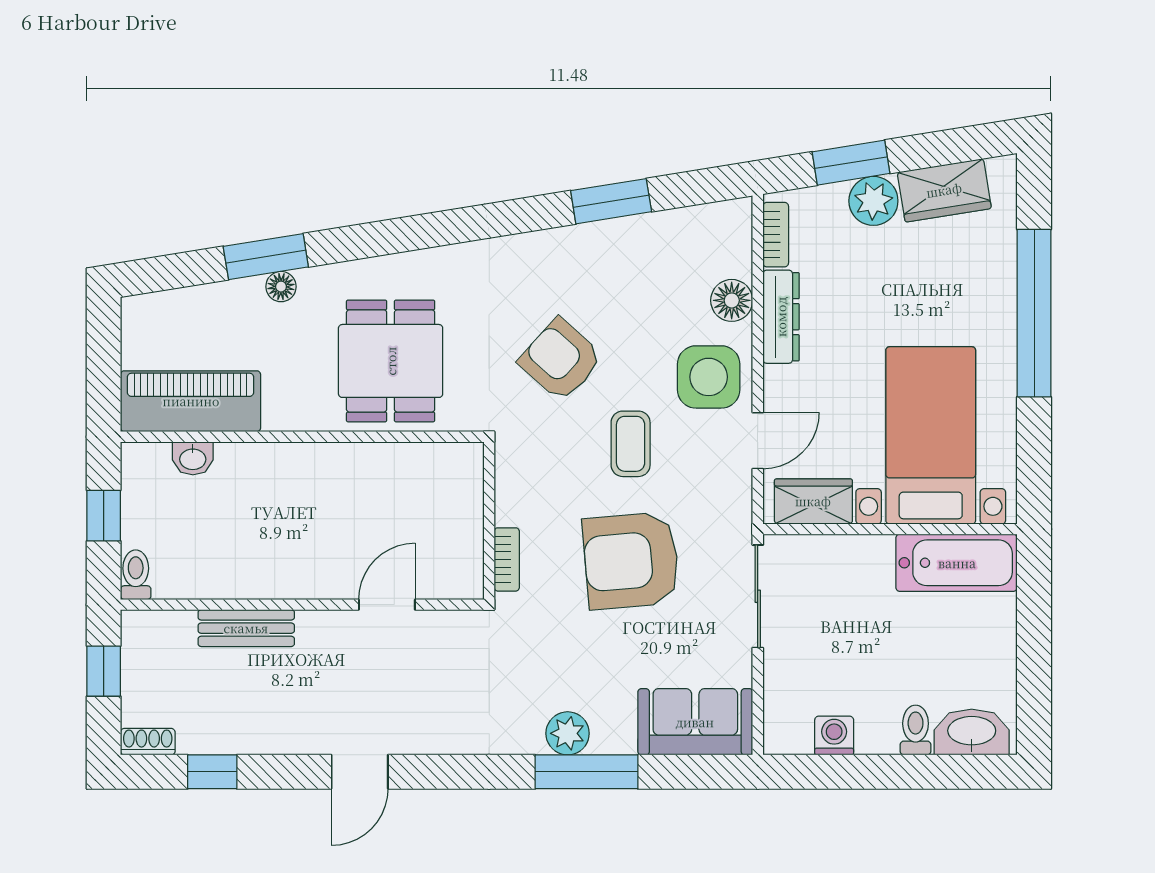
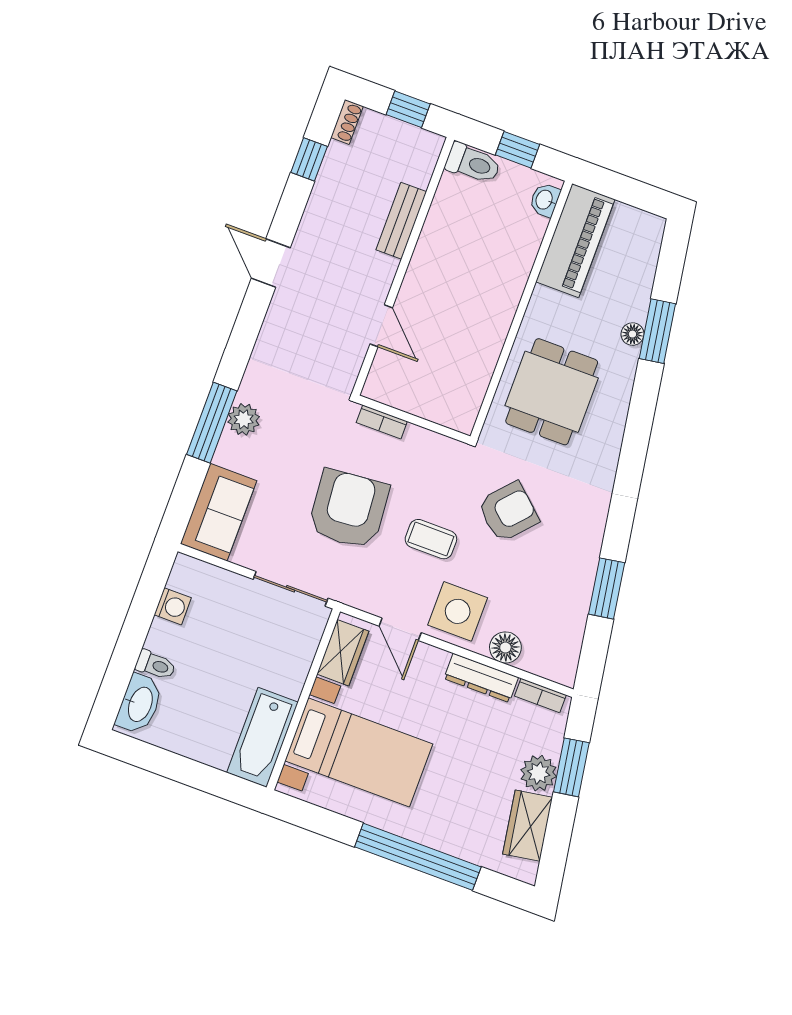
dining table: (391, 361) -> (552, 392), turned 90
washbasin: (193, 458) -> (545, 200), moved
toilet: (136, 575) -> (473, 163), width x1.37, depth x1.39

